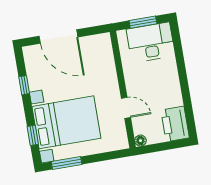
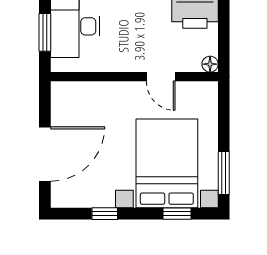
door: (126, 108) -> (161, 77), swing flipped

